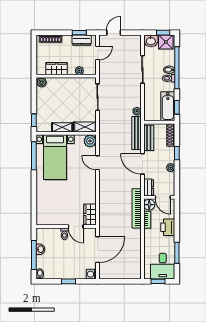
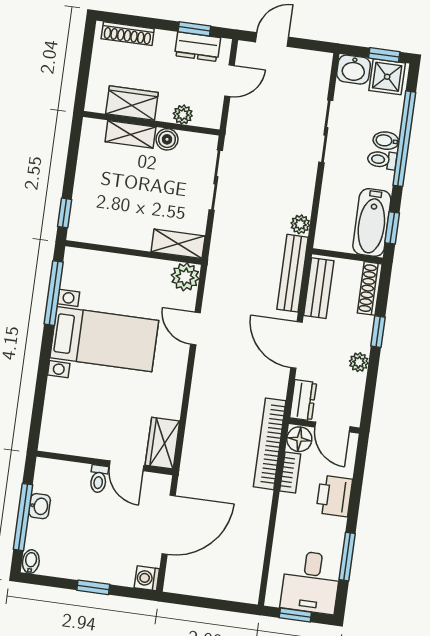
boiler: (41, 82) -> (167, 139), moved
shelving: (62, 127) -> (130, 134), moved
bed with nightstands: (55, 157) -> (104, 339), moved, turned -90

